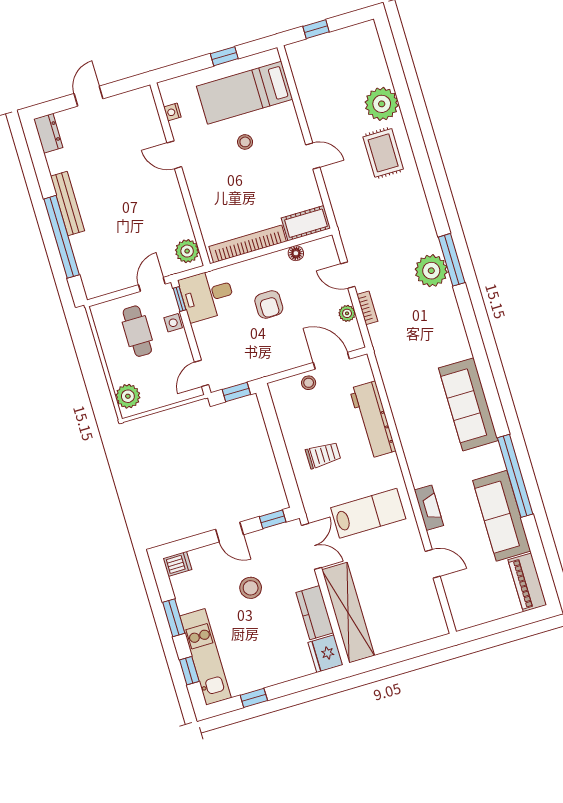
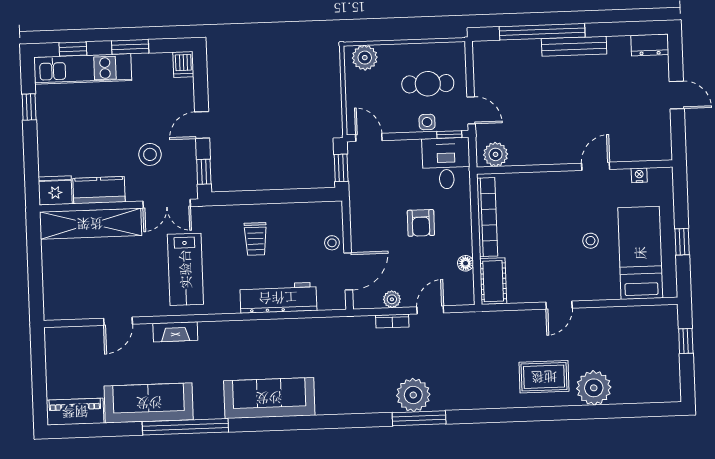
armchair: (269, 304) -> (421, 223), turned -90
stool: (251, 588) -> (150, 154), moved

